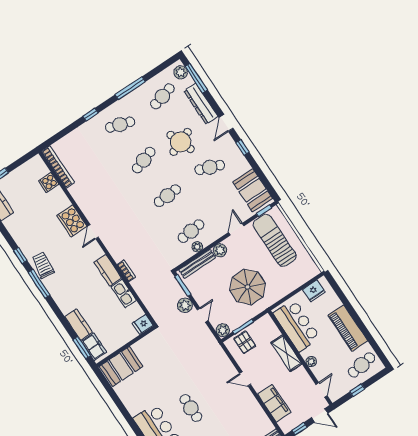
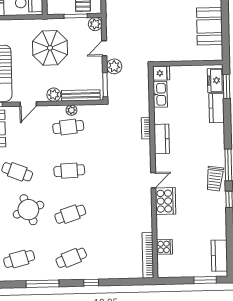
cafe table: (120, 125) -> (71, 258), turned -39
kitchen sink: (124, 294) -> (160, 94), moved
booth: (121, 366) -> (209, 26), moved, turned 90

